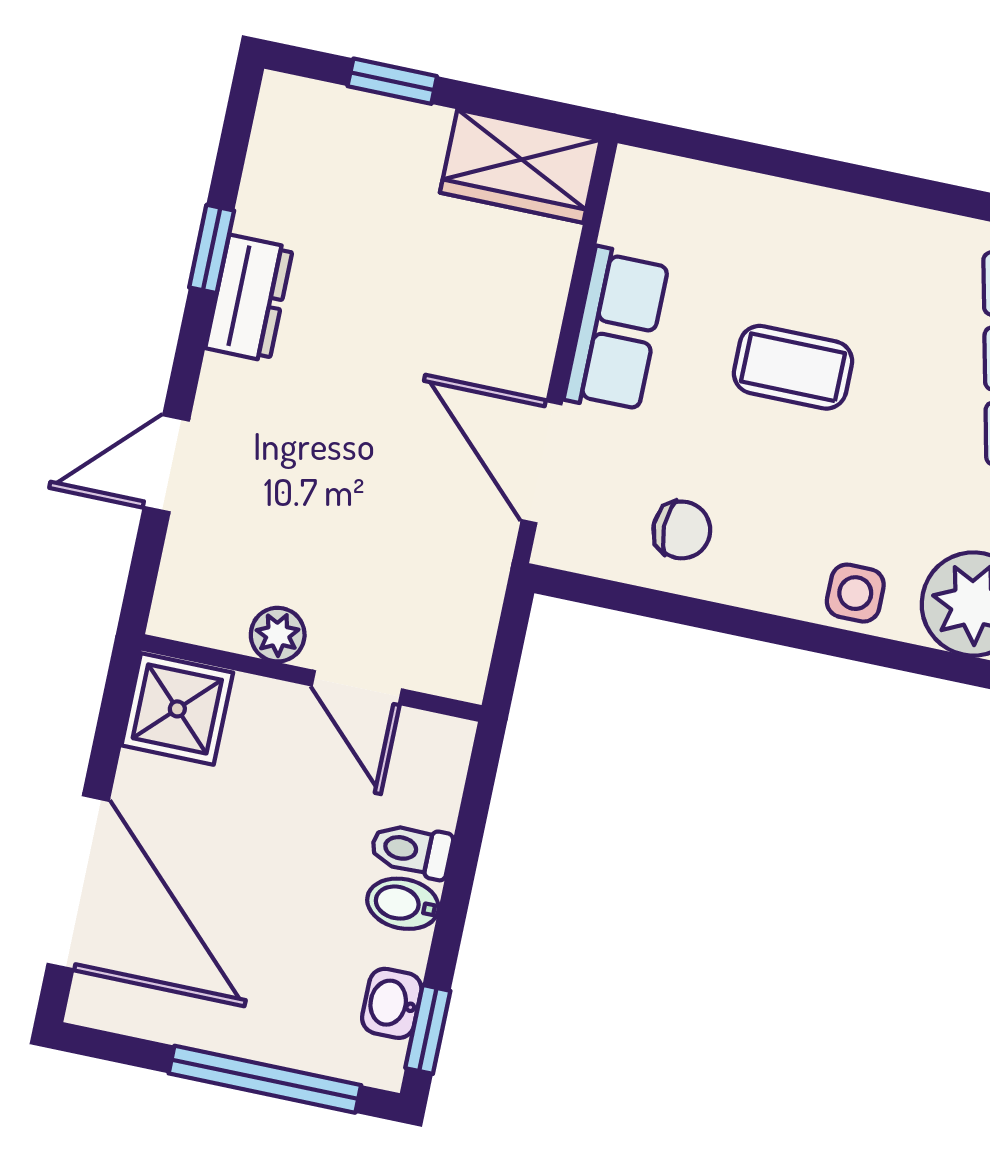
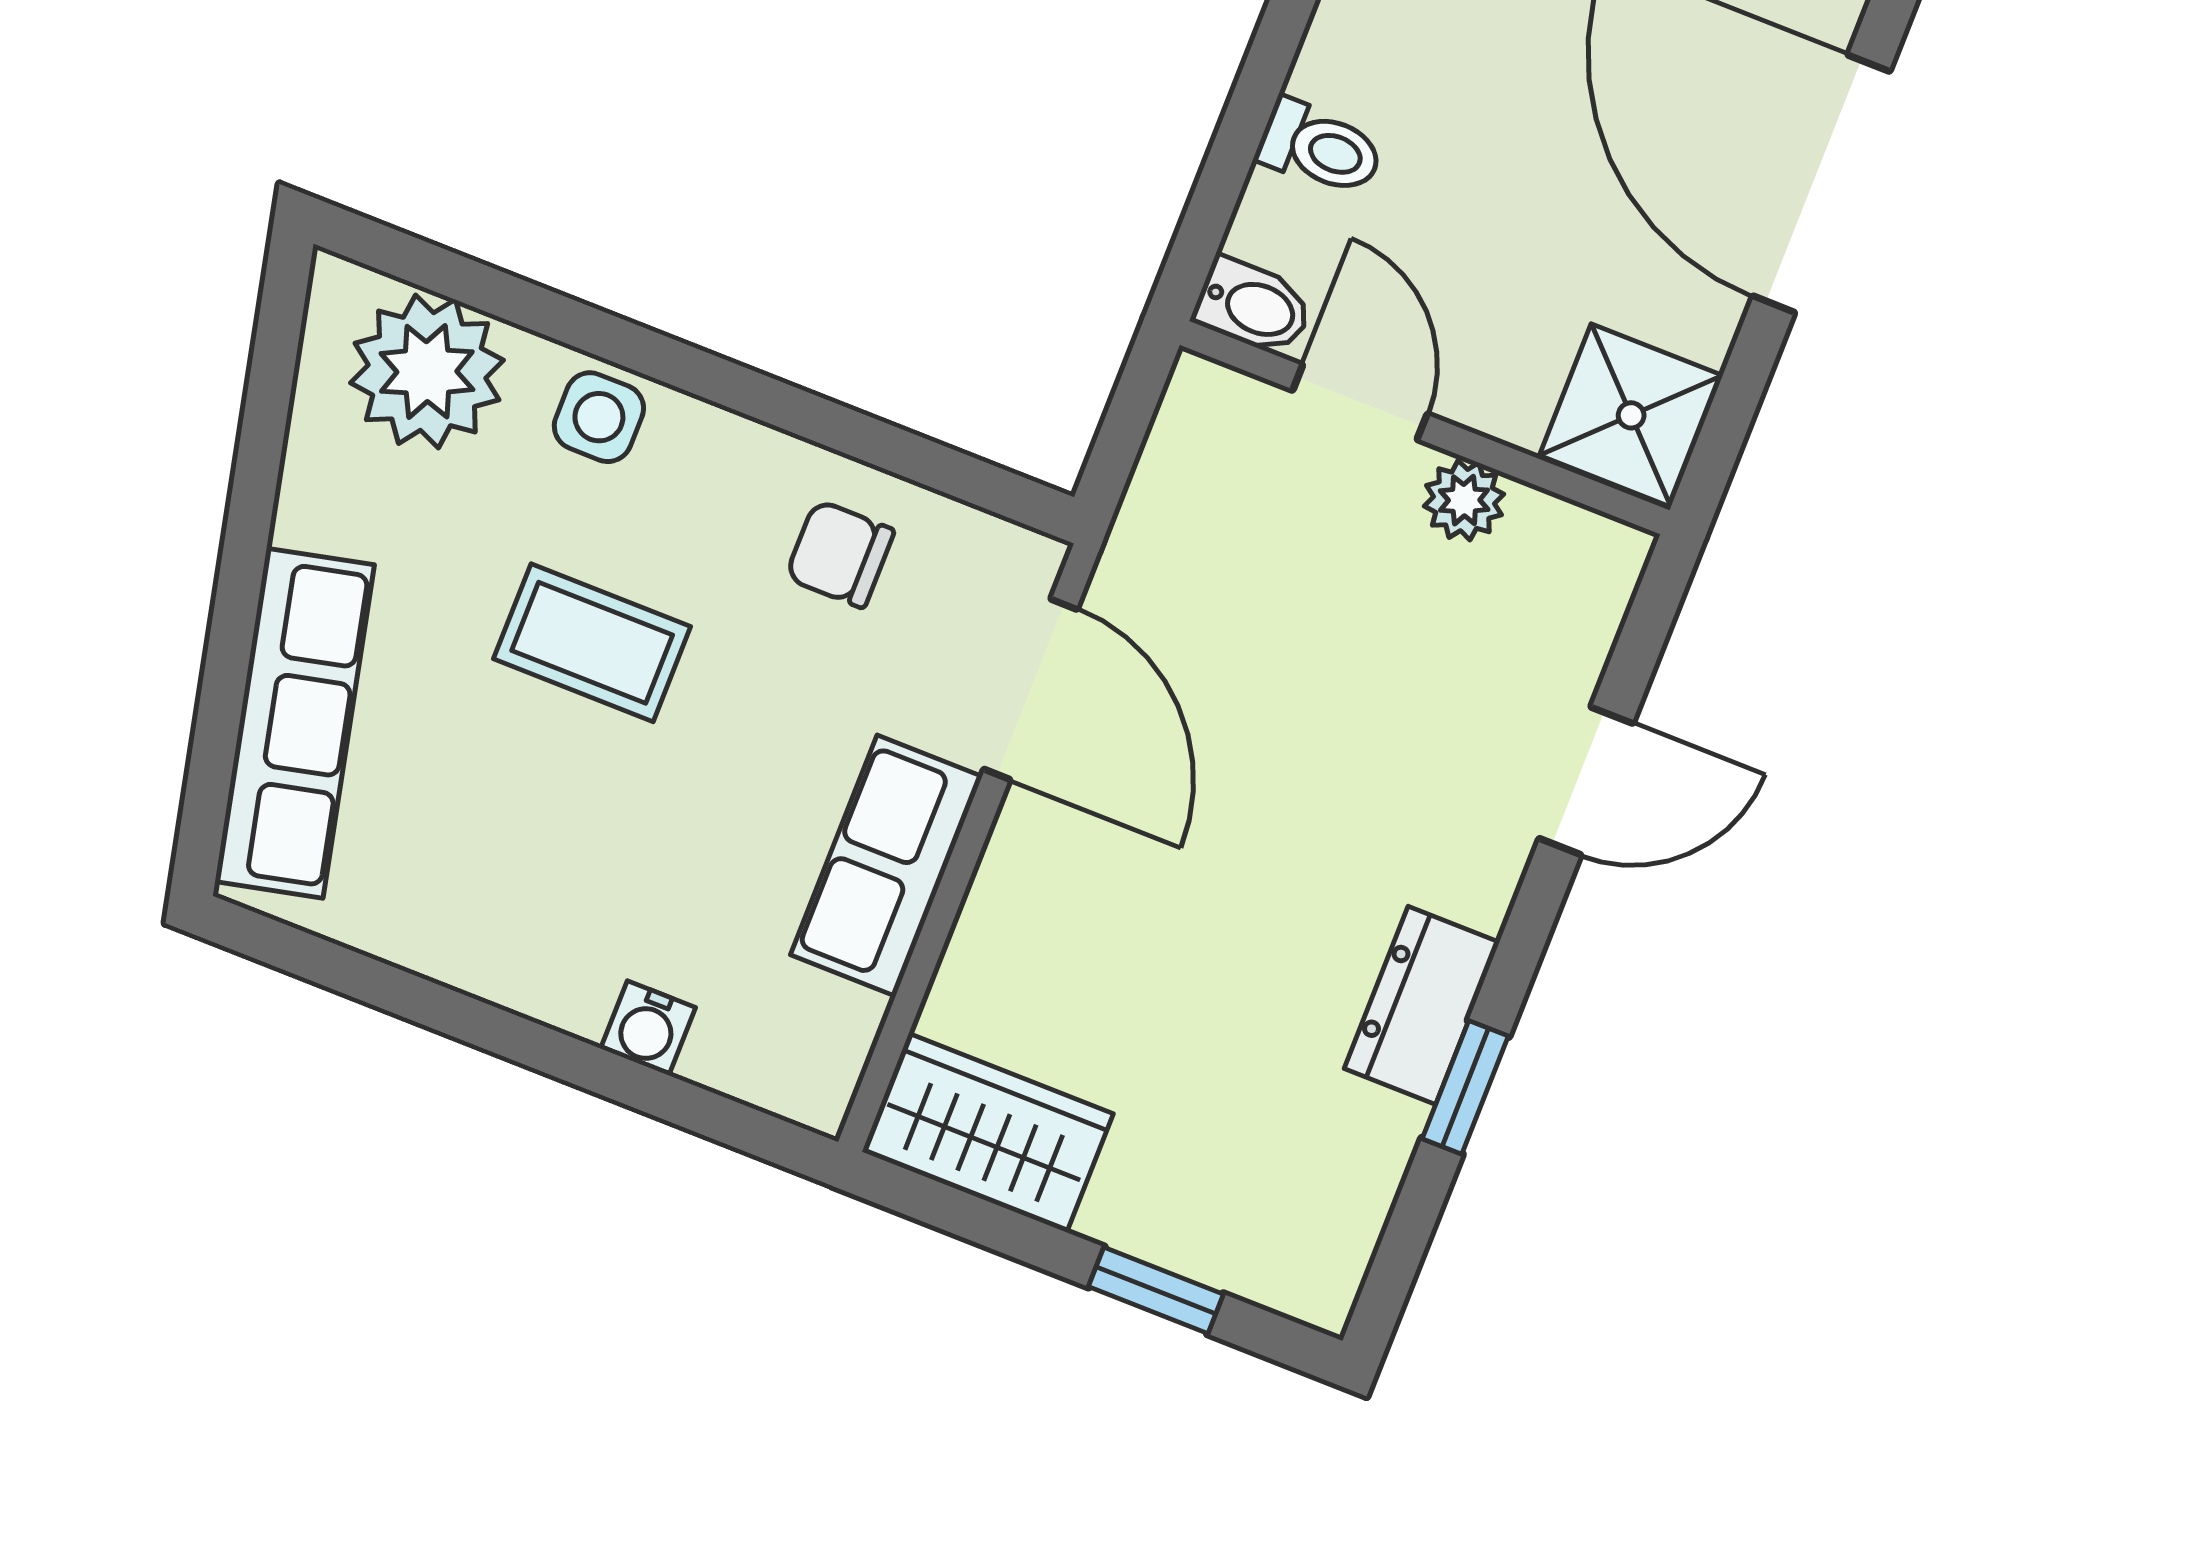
water cooler: (755, 197) -> (648, 1028), added
coffee table: (793, 367) -> (592, 643), moved
bidet: (403, 904) -> (1253, 307), moved

